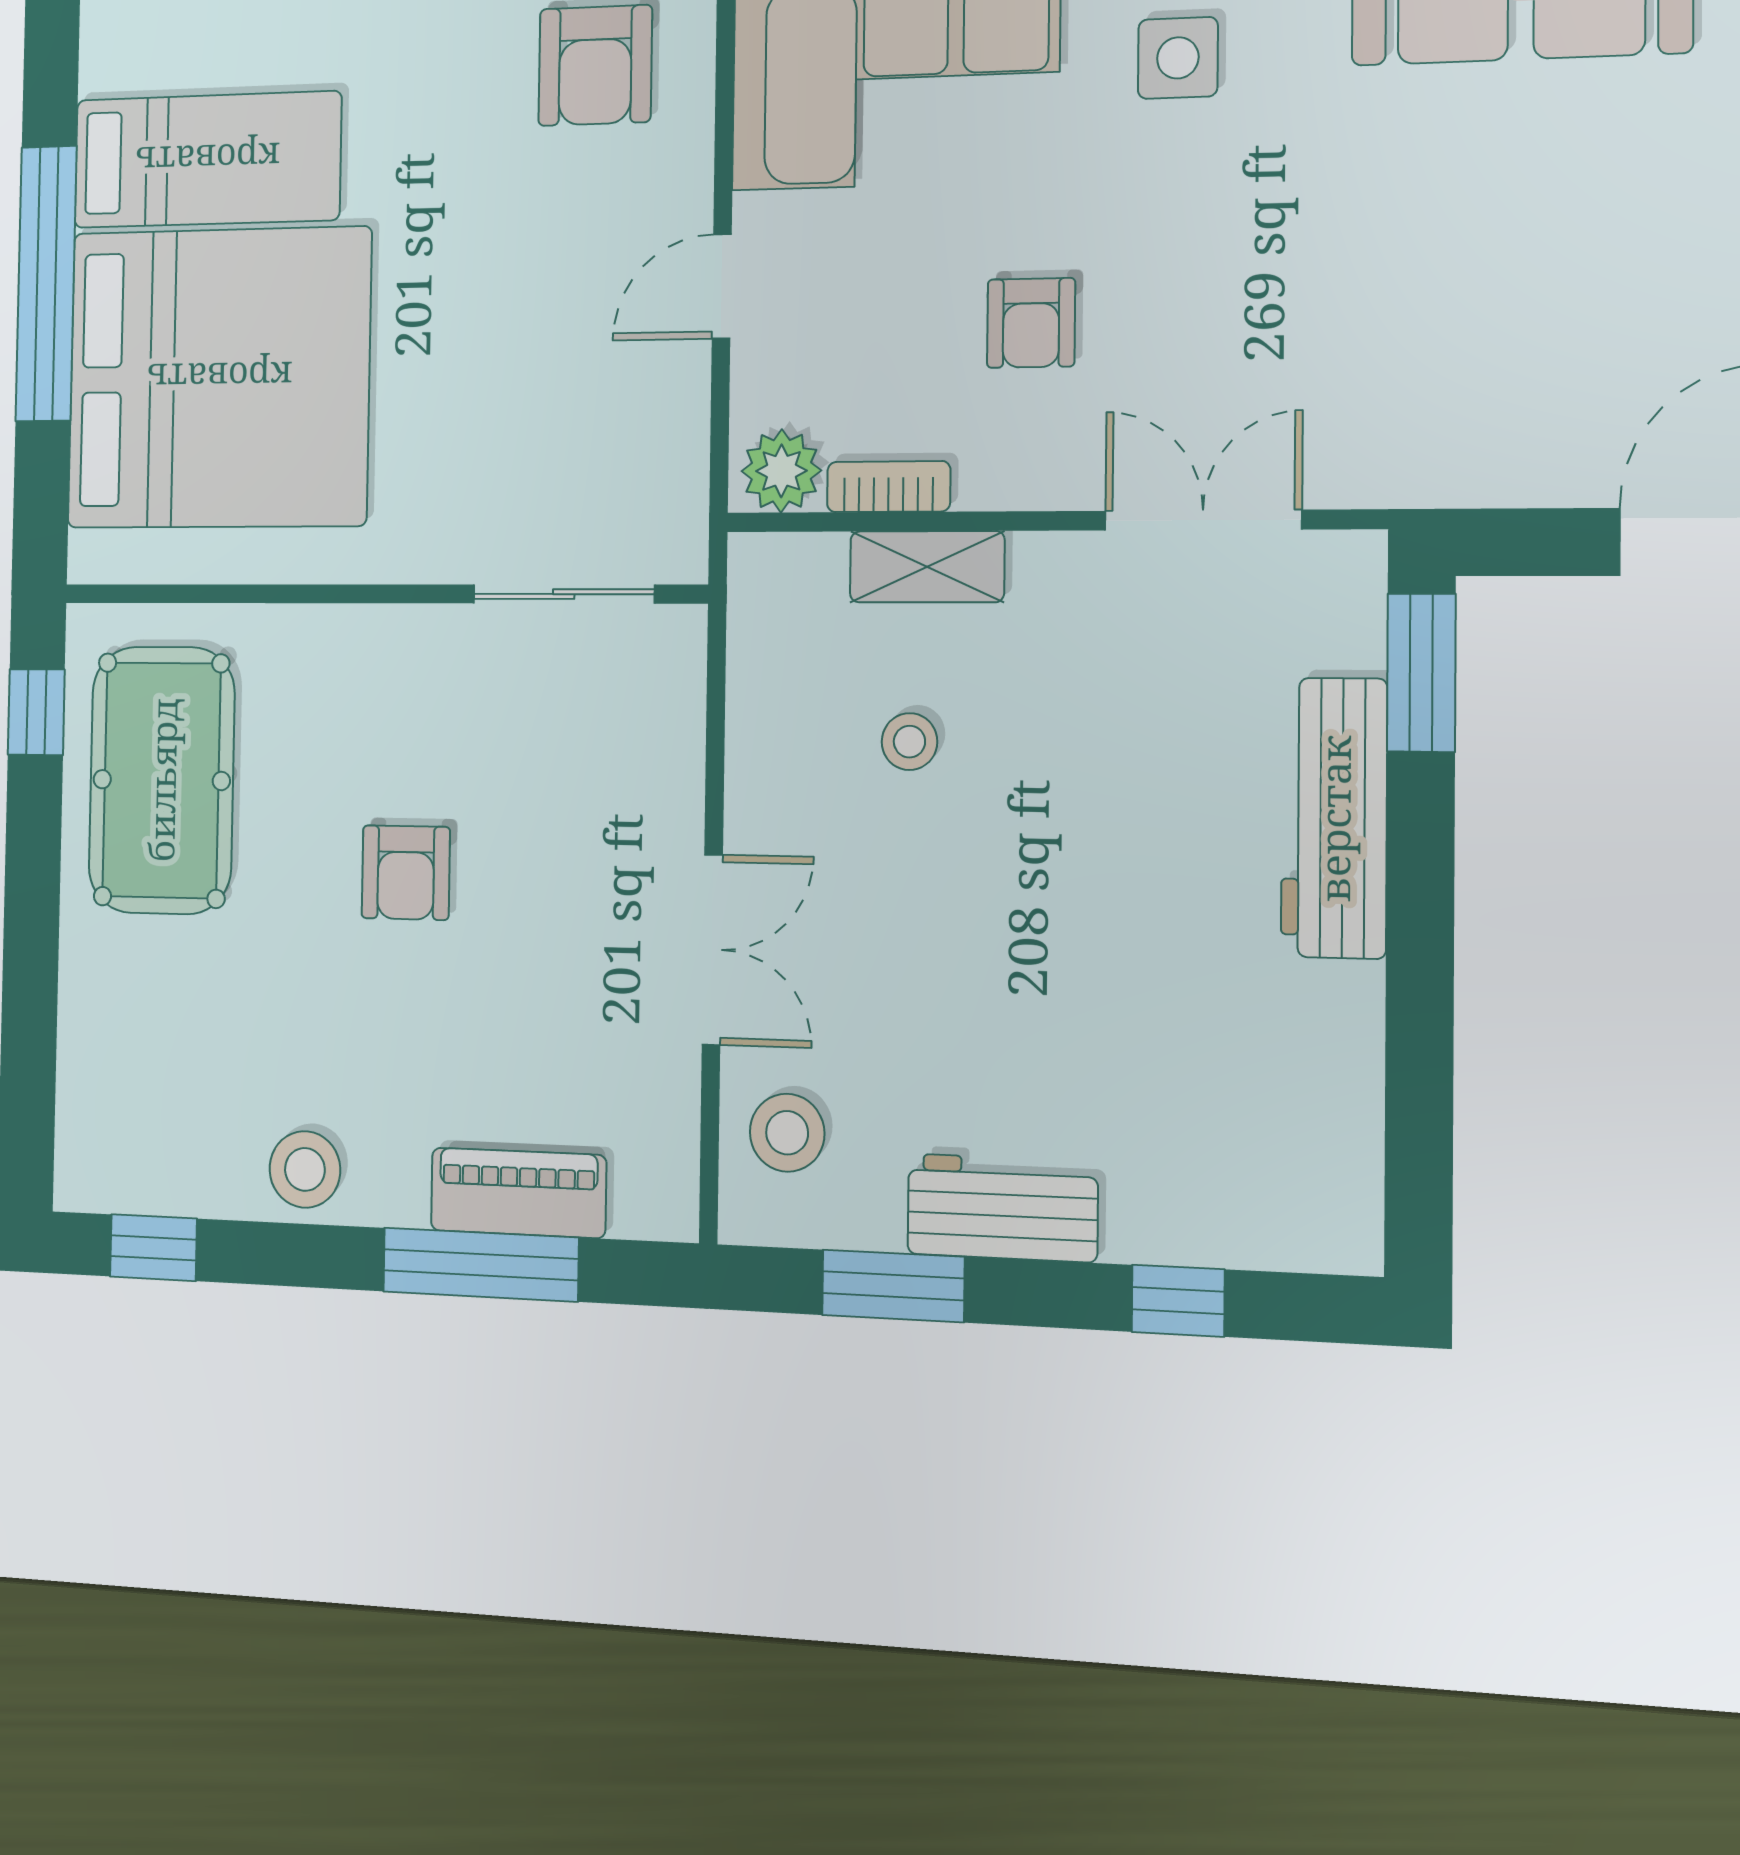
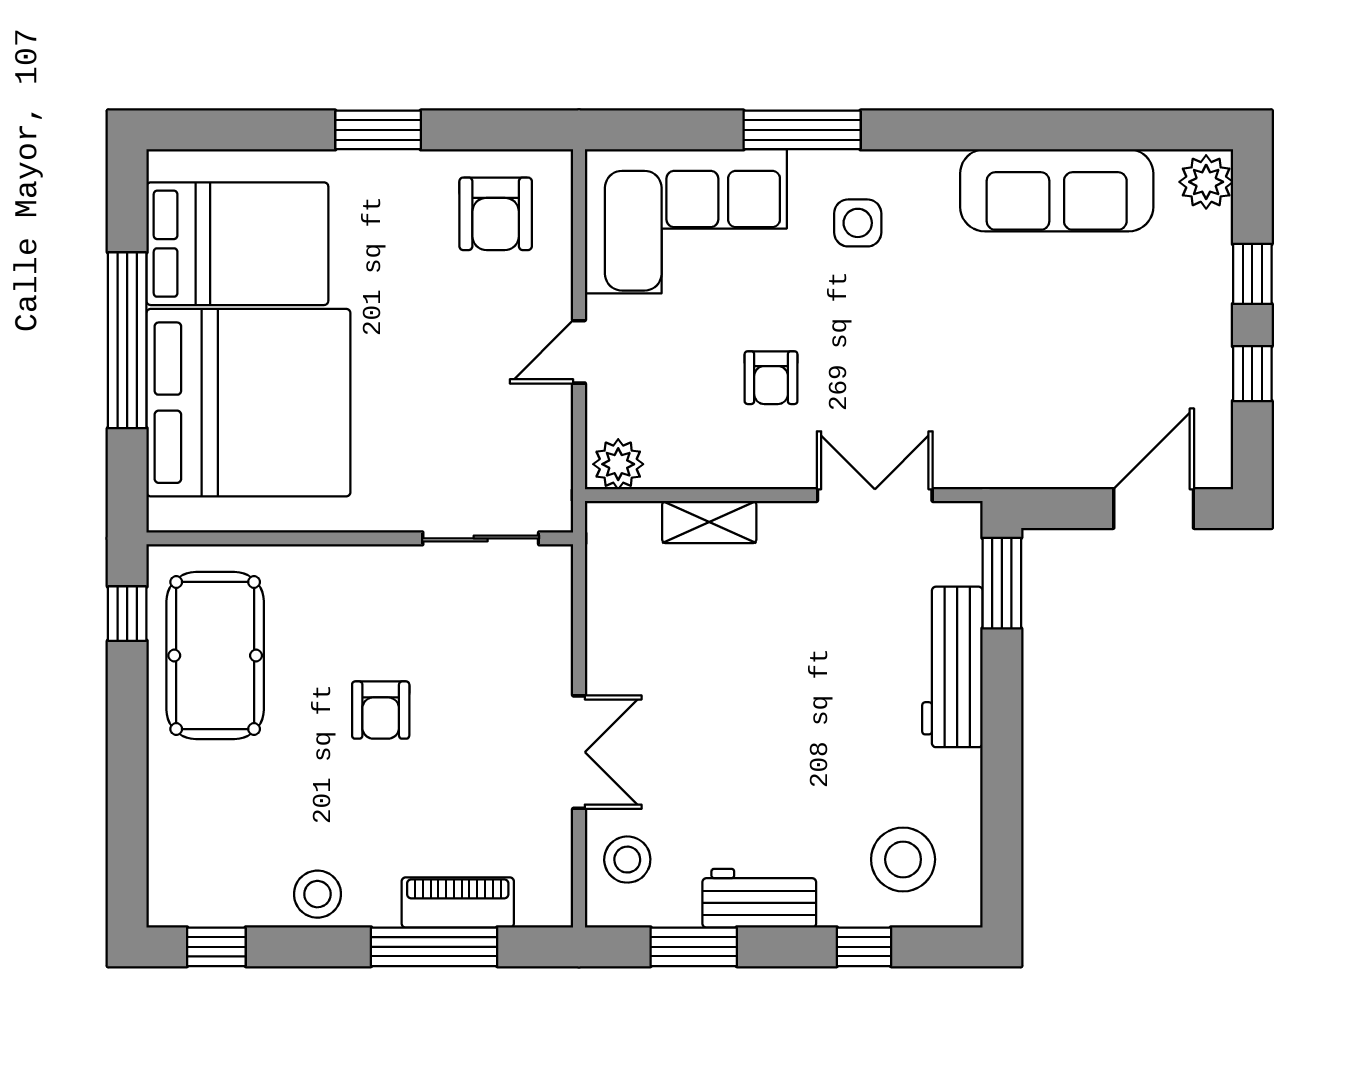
bed: (207, 160) -> (237, 244), width x1.50
bookcase: (889, 487) -> (685, 474), removed
stool: (909, 742) -> (903, 859), moved, width x1.89, depth x1.89

